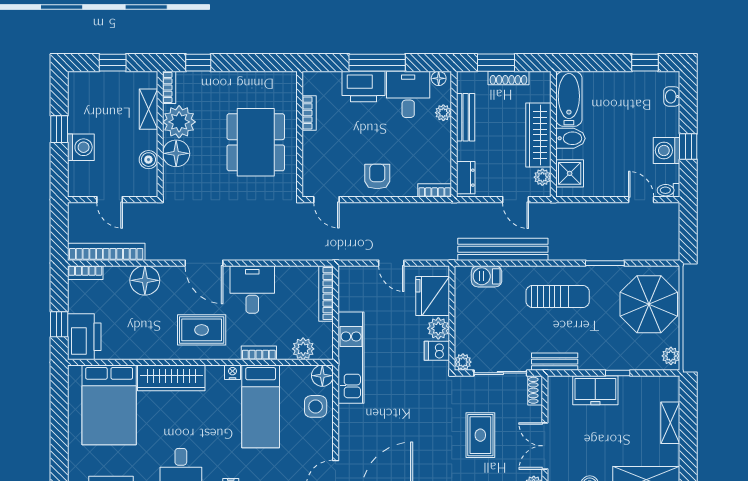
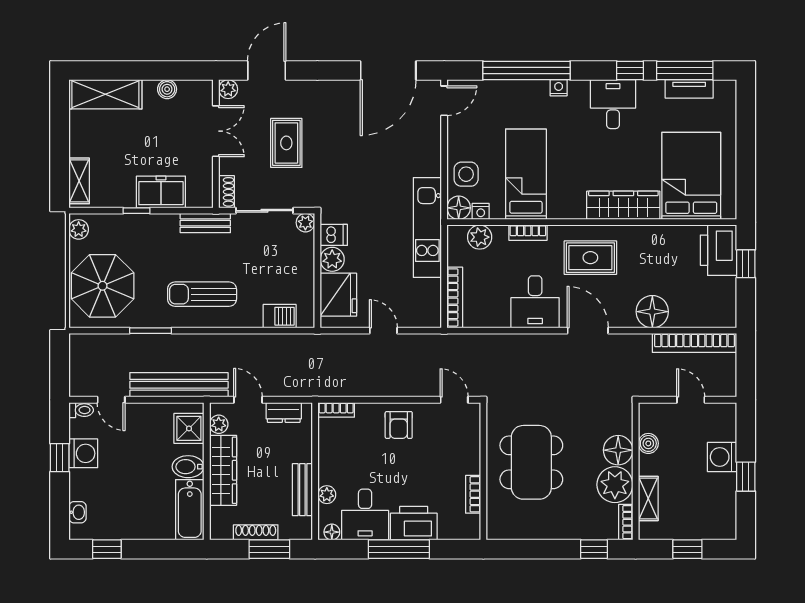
dresser: (466, 178) -> (284, 412), moved, turned -90
bench: (503, 249) -> (179, 385), moved
bookcase: (85, 273) -> (717, 320), removed
nightstand: (233, 372) -> (481, 211), moved
shelving: (670, 423) -> (79, 181), moved

